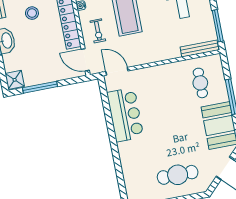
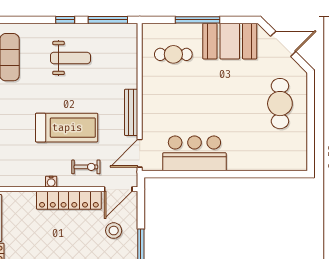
stool: (32, 13) -> (114, 231), moved
bench: (199, 48) -> (131, 112), moved

